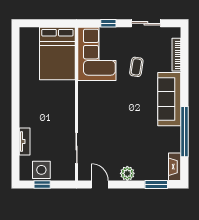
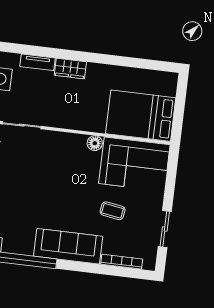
window: (108, 23) -> (170, 183), removed
floor lamp: (84, 88) -> (95, 143), added
wardrobe: (26, 115) -> (70, 69), added

